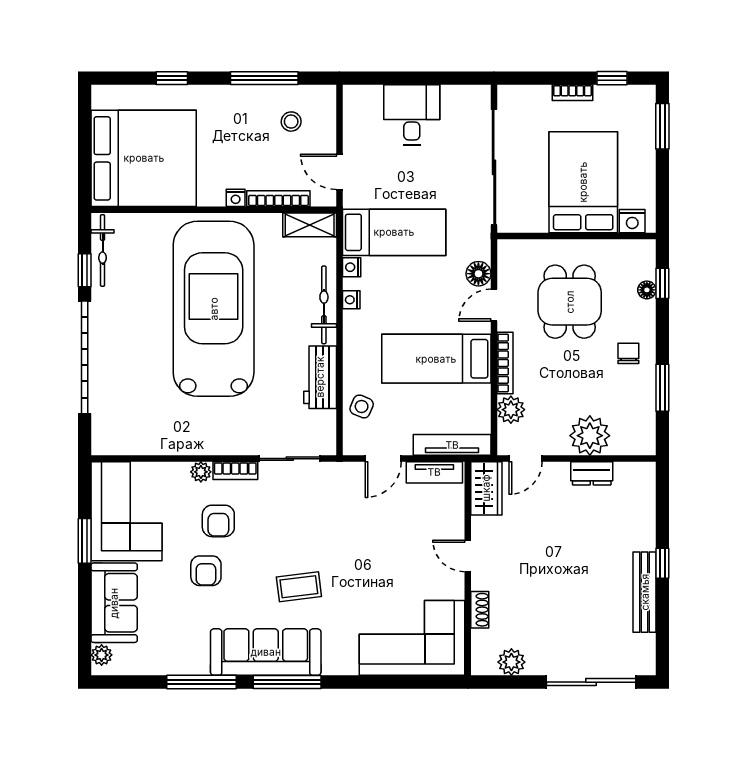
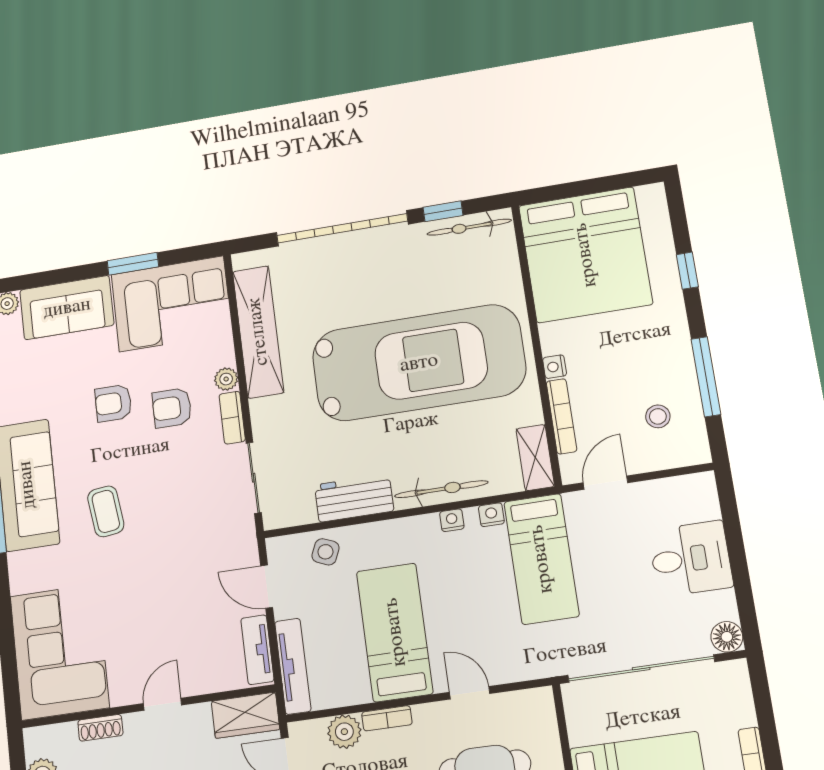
floor lamp: (478, 274) -> (727, 637), moved
bookcase: (505, 363) -> (387, 718), width x0.64
shelving: (164, 440) -> (258, 332), added

